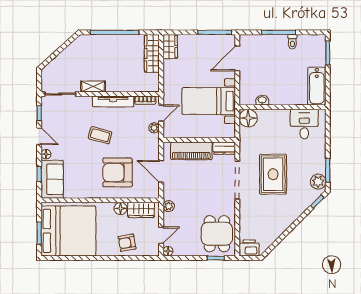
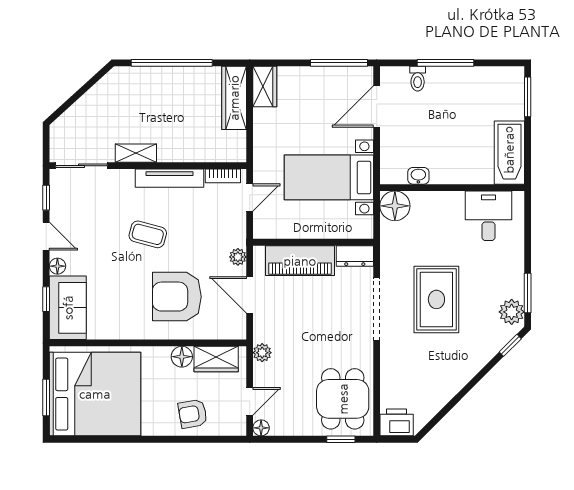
toilet: (292, 42) -> (418, 79), moved
plant: (154, 128) -> (238, 257), moved

